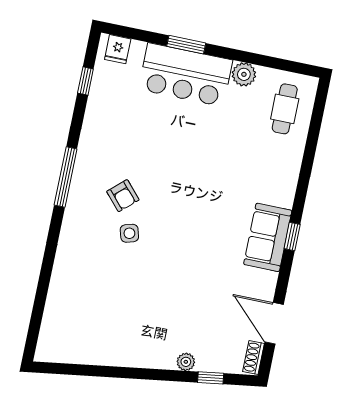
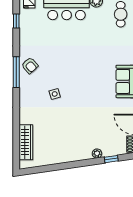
armchair: (123, 196) -> (30, 66), moved
wardrobe: (56, 313) -> (26, 142), added

